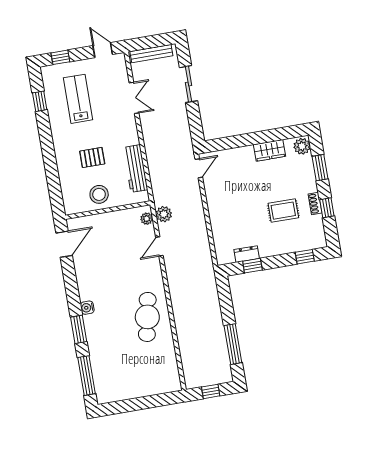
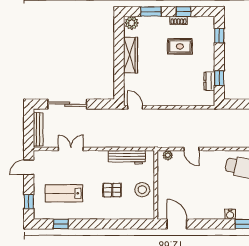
sliding door: (189, 84) -> (67, 104), width x1.37
wardrobe: (270, 150) -> (131, 55), width x1.50
pallet: (92, 157) -> (112, 190), turned 90
rug: (283, 211) -> (180, 46), turned 90
plant: (164, 214) -> (167, 141), removed

